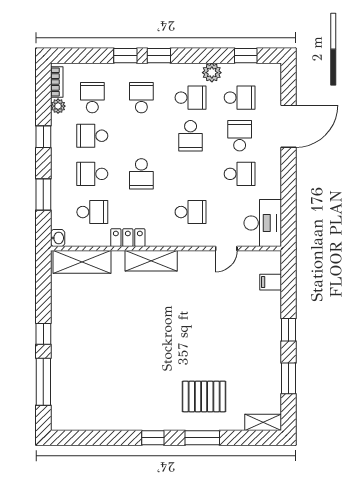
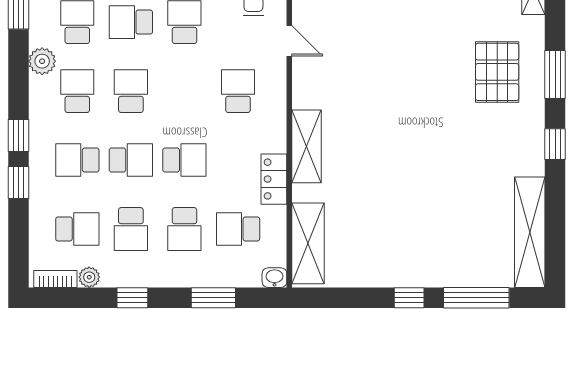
school desk: (92, 98) -> (77, 229), turned 180
school desk: (141, 136) -> (131, 160), added
school desk: (191, 136) -> (131, 91), turned -90
school desk: (92, 212) -> (238, 229), turned -90
shelving: (90, 420) -> (530, 232), added

